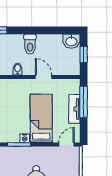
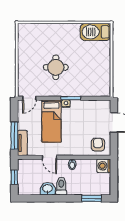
washbasin: (71, 41) -> (48, 189), moved
tv unit: (74, 109) -> (22, 143), moved

